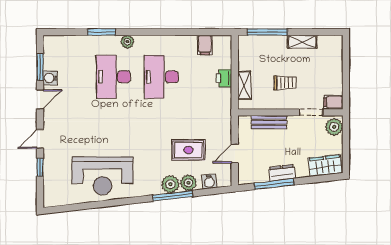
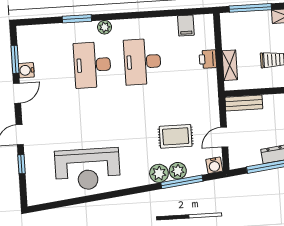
bench: (269, 122) -> (244, 103), moved
water cooler: (209, 181) -> (214, 165), moved
window: (172, 196) -> (182, 182), moved

